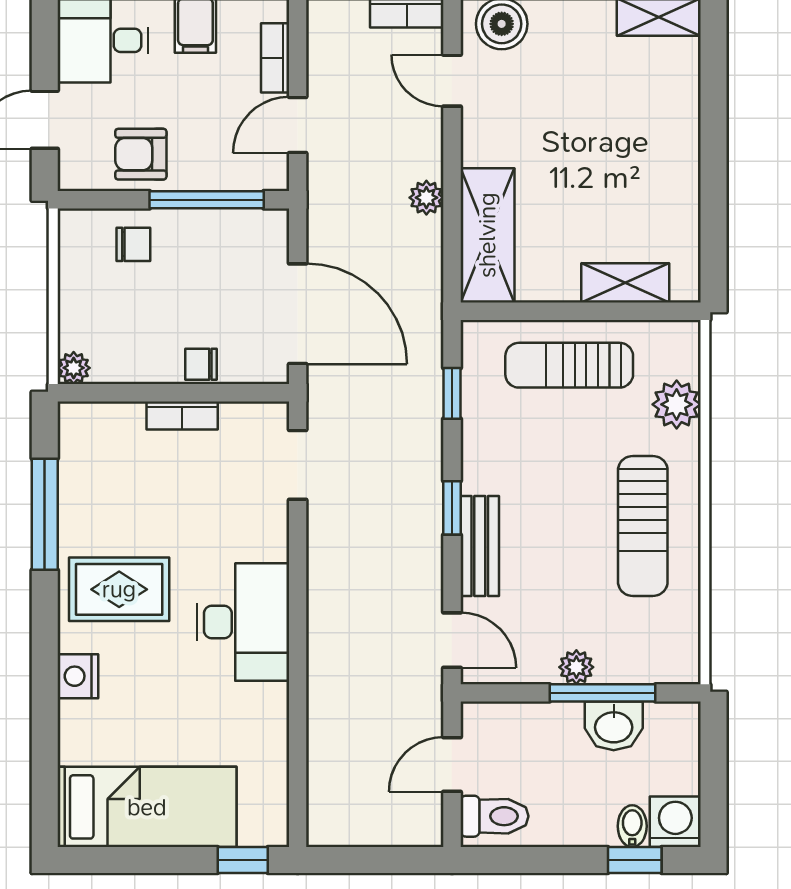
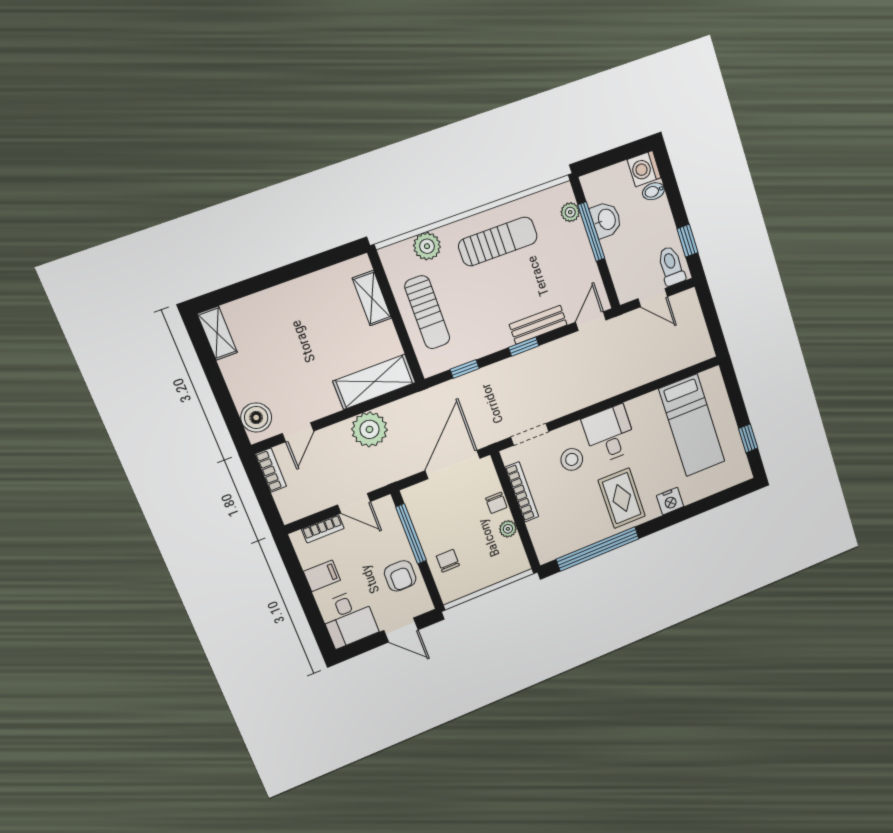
plant: (426, 198) -> (369, 429), width x1.88, depth x1.88
plant: (74, 368) -> (508, 529), moved
bookcase: (182, 415) -> (522, 492), width x1.56
window: (45, 514) -> (598, 549), width x1.46
stool: (224, 523) -> (572, 459), added
desk: (243, 622) -> (609, 434), width x0.73
plant: (576, 667) -> (570, 212), moved
bed: (147, 807) -> (692, 425), moved, turned 180
window: (243, 860) -> (748, 438), moved
window: (635, 860) -> (687, 241), moved

